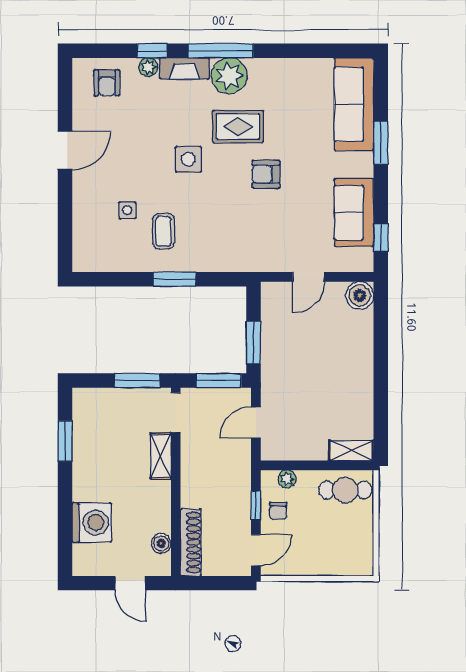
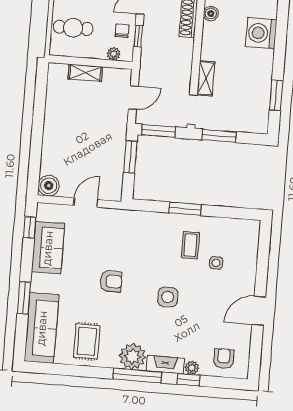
rug: (238, 127) -> (87, 341), moved, turned 90
shelving: (351, 451) -> (85, 73), moved
cafe table: (345, 490) -> (73, 28), moved

